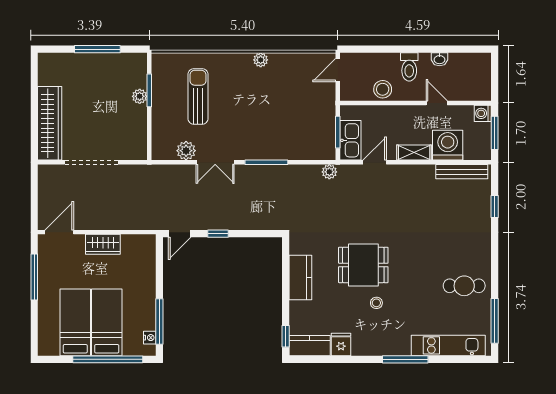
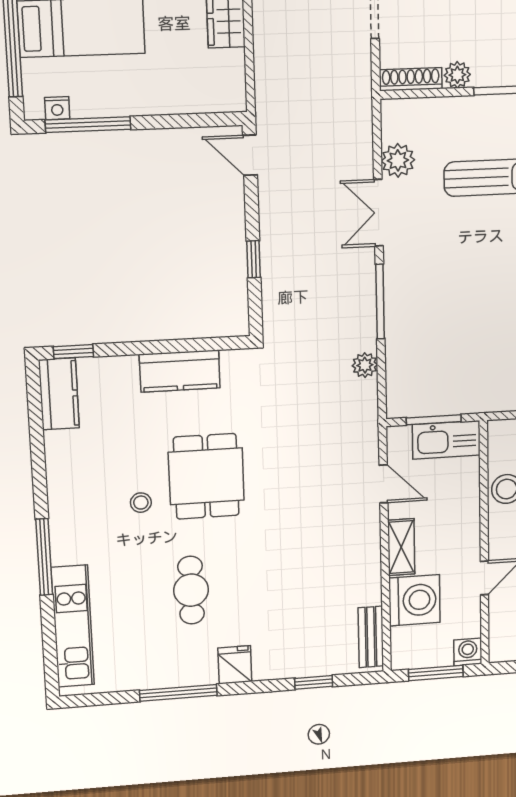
plant: (140, 96) -> (457, 75), moved
kitchen sink: (350, 140) -> (446, 440), moved
shoe rack: (141, 143) -> (411, 79), added
plant: (329, 172) -> (365, 365), moved
bench: (462, 172) -> (371, 637), width x0.73
window: (218, 234) -> (254, 259), moved
cafe table: (464, 286) -> (191, 590), moved
window: (495, 321) -> (178, 693), moved
fridge: (341, 344) -> (235, 665), moved, turned -90

